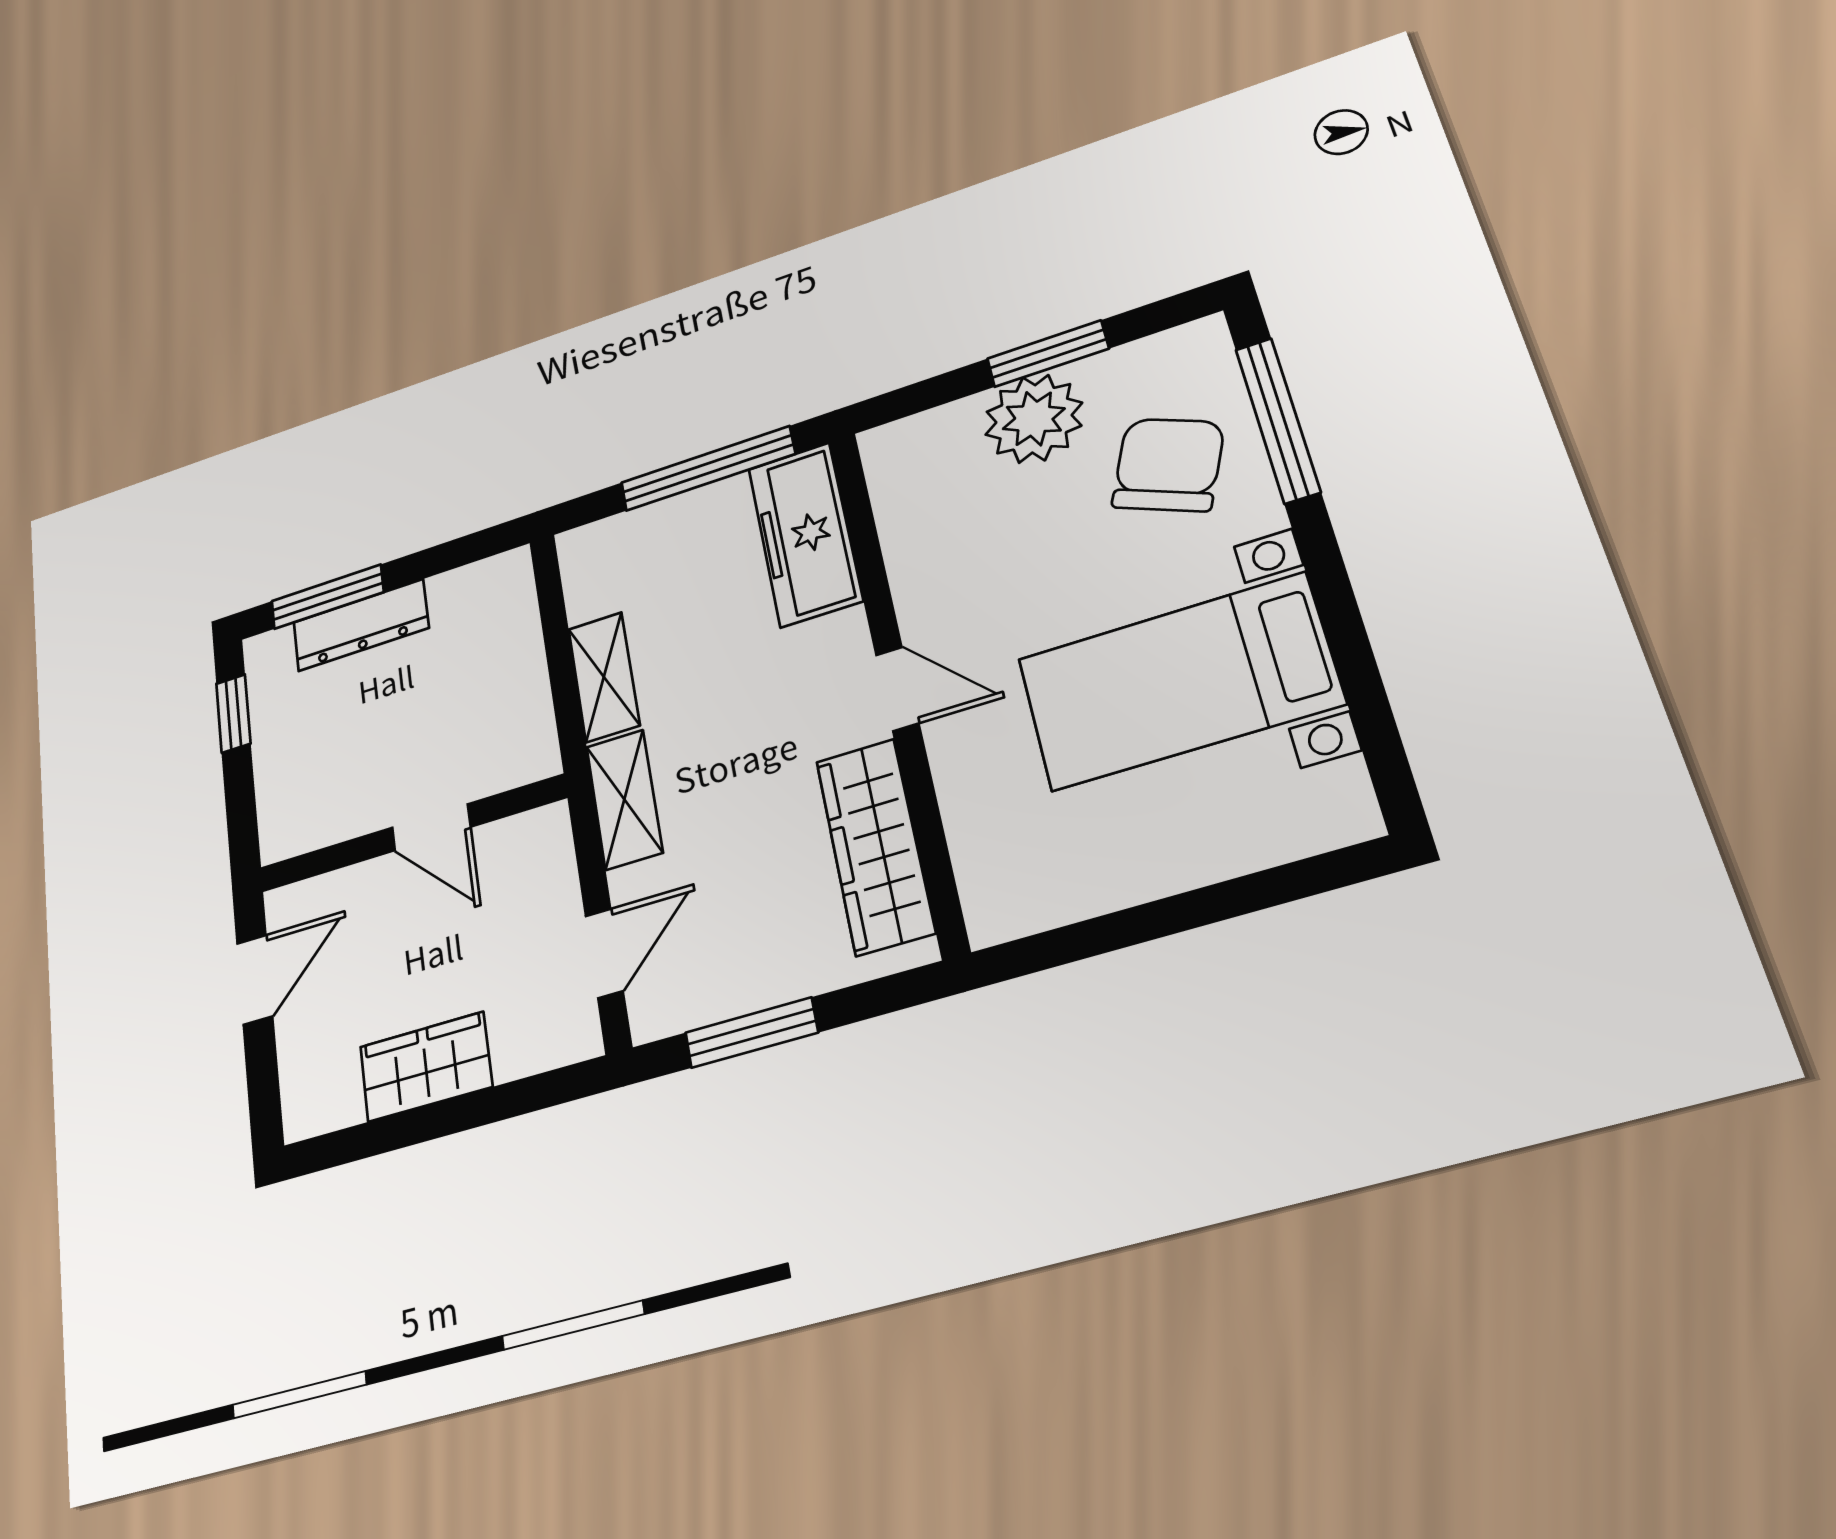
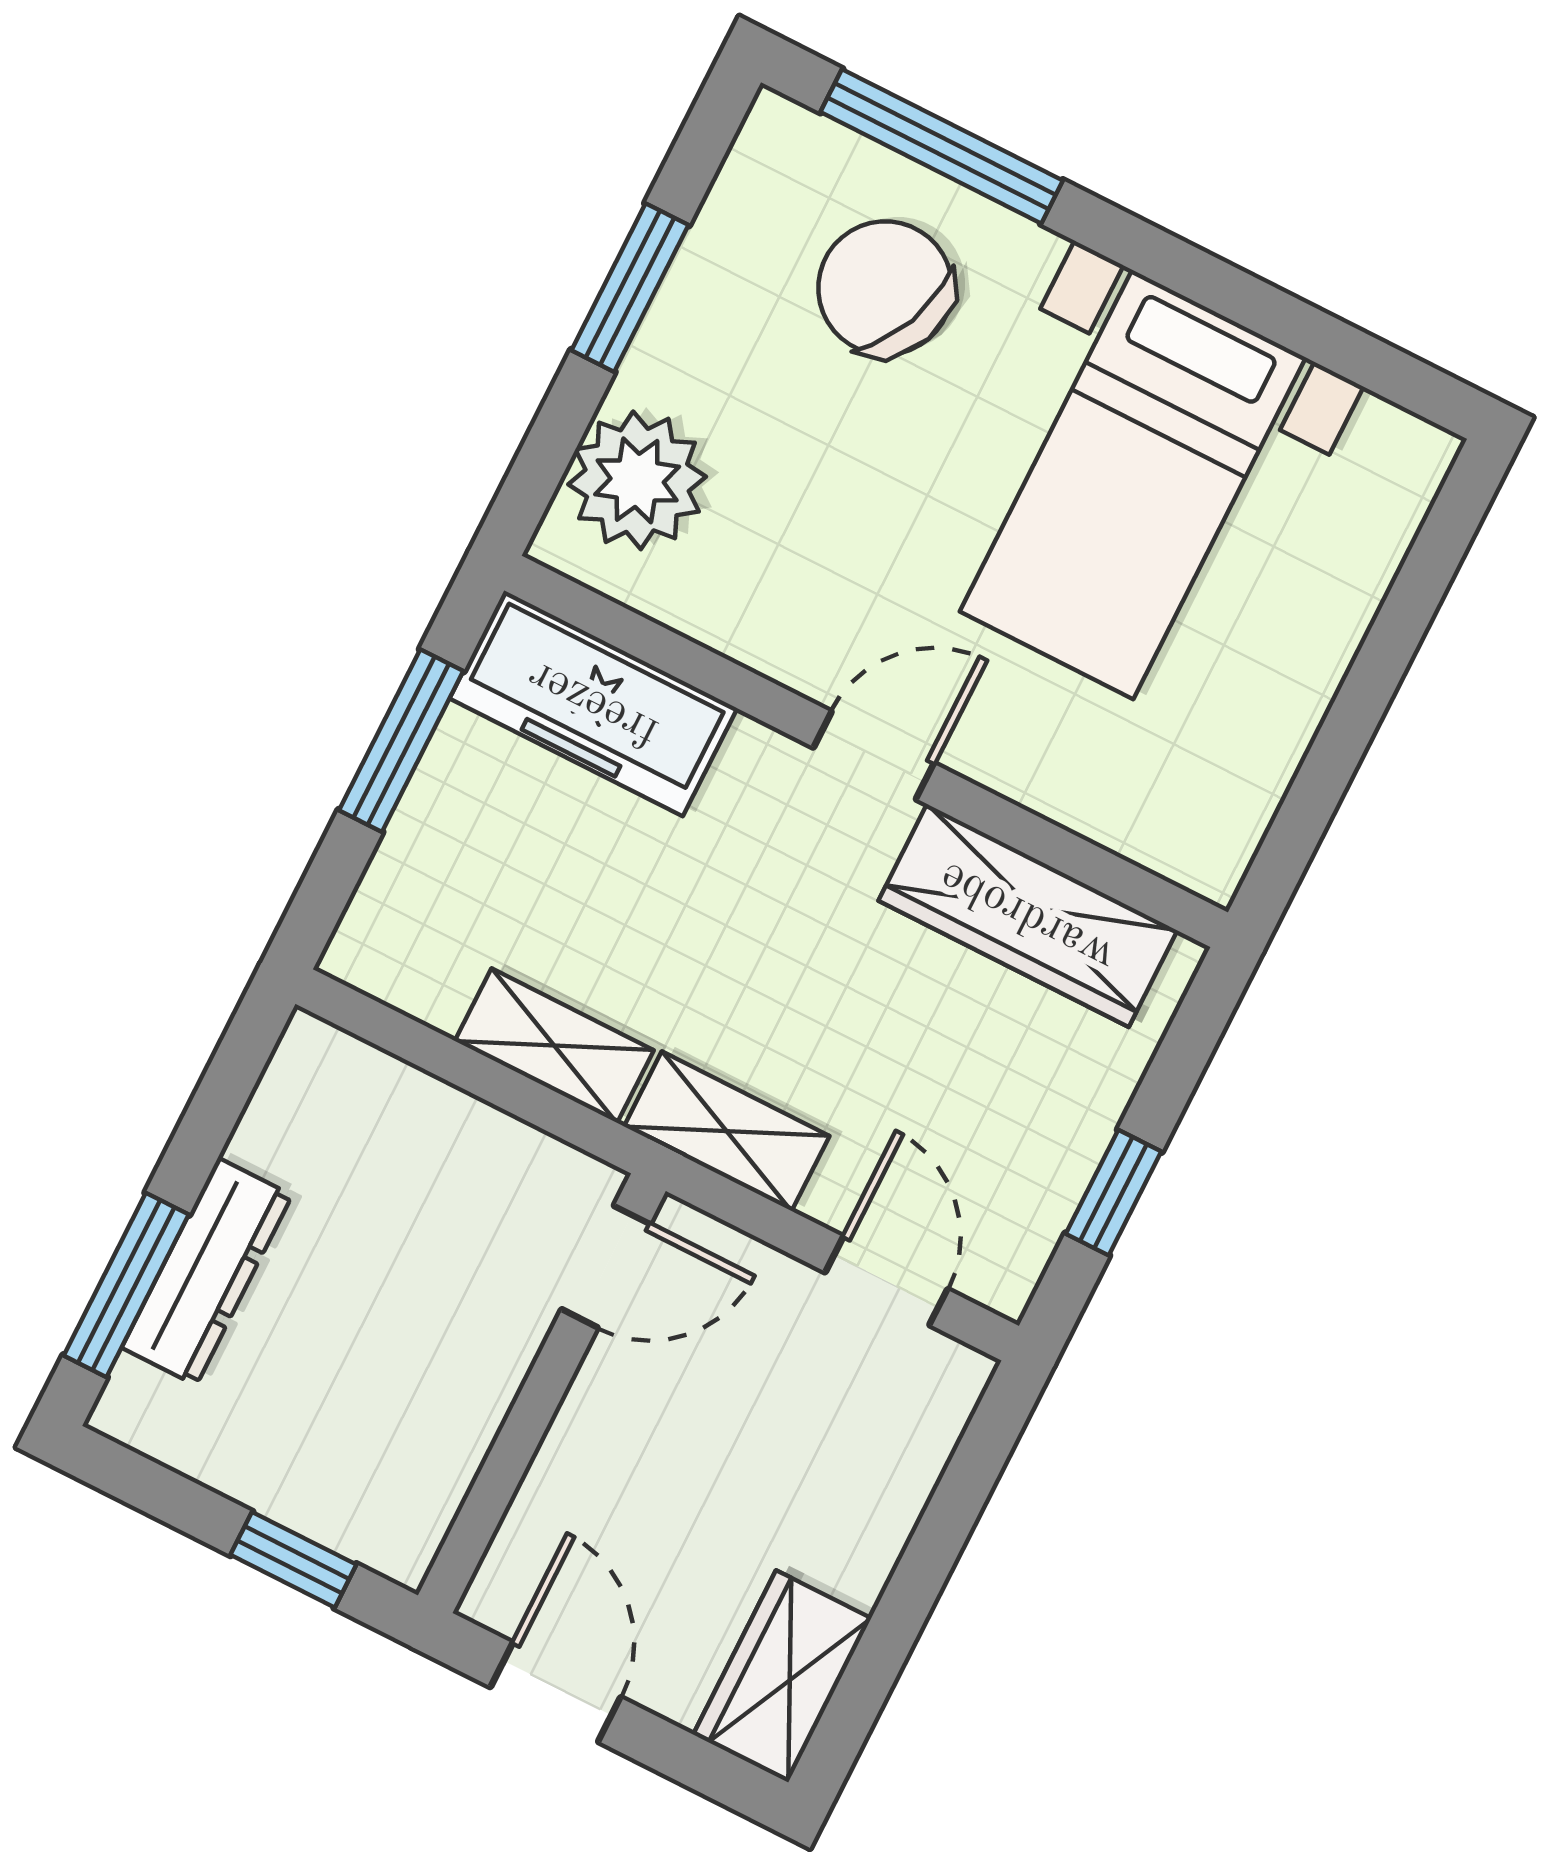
plant: (1034, 419) -> (637, 480), moved
window: (707, 468) -> (401, 741), width x0.69
window: (233, 713) -> (293, 1560), moved
door: (431, 827) -> (606, 1267), moved
window: (751, 1033) -> (1113, 1193), width x0.67
wardrobe: (426, 1067) -> (782, 1676), moved

